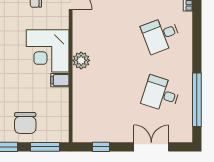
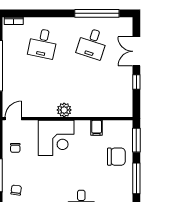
desk: (161, 35) -> (43, 43), turned 33
filing cabinet: (60, 80) -> (97, 128), moved
window: (101, 147) -> (136, 82), moved

